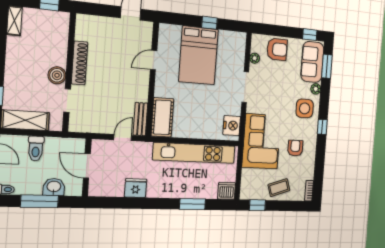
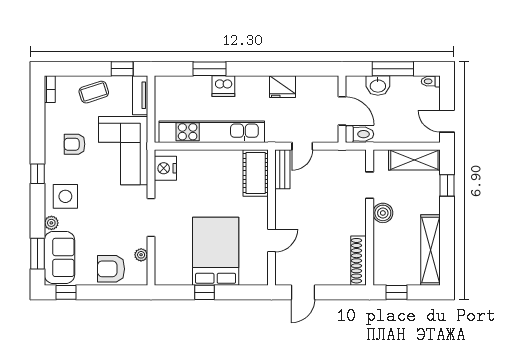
shelving: (14, 21) -> (430, 250), width x2.20, depth x1.33
shoe rack: (80, 63) -> (358, 261), moved
armchair: (295, 148) -> (75, 144), turned 90
toilet: (36, 149) -> (360, 134), moved, turned 90
tv unit: (246, 184) -> (140, 95), added
dishwasher: (227, 191) -> (223, 86), moved

